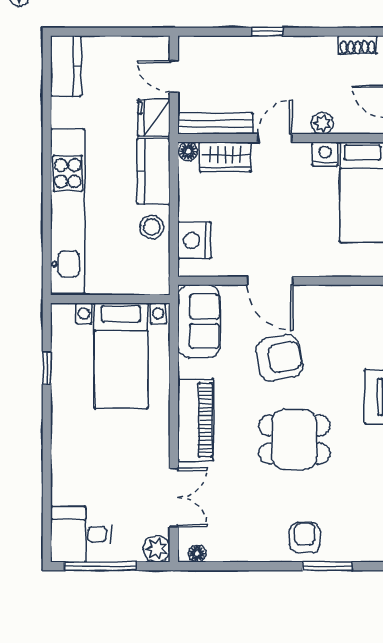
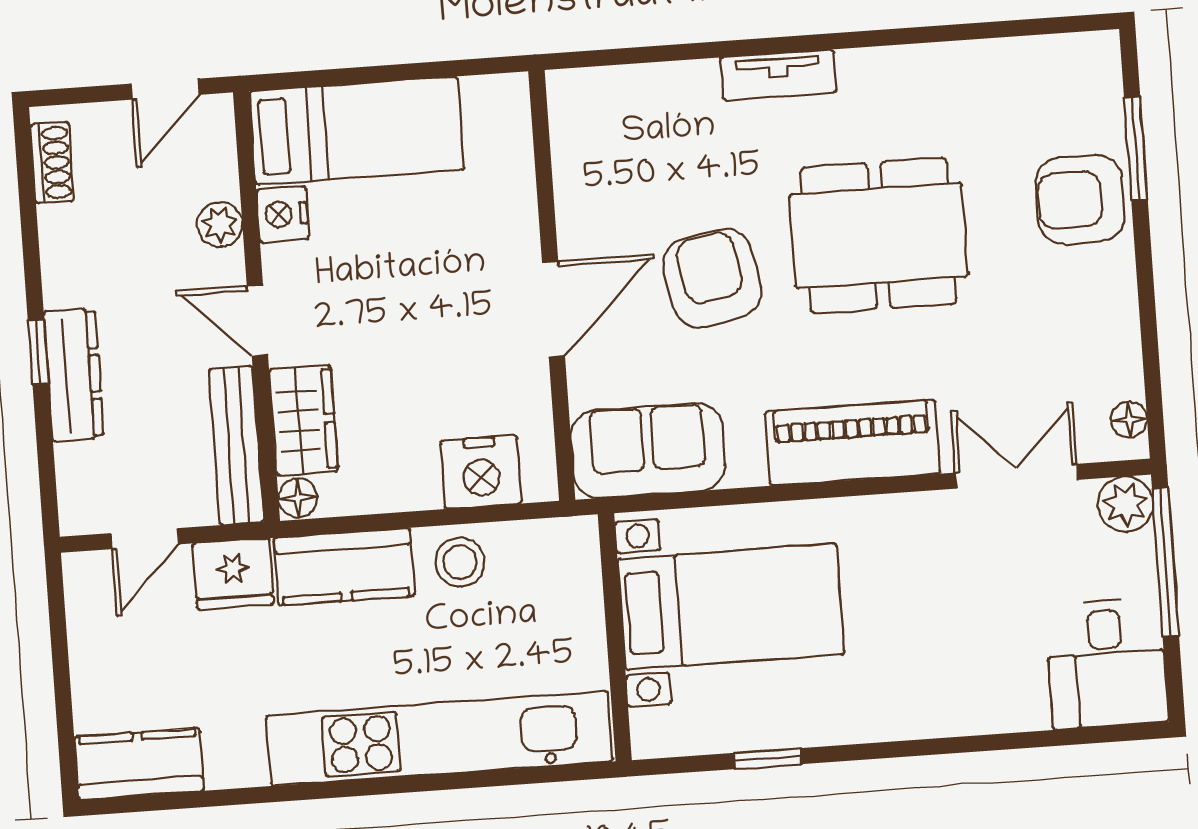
dresser: (255, 48) -> (74, 375), added
dining table: (294, 439) -> (879, 235), width x1.38
armchair: (305, 538) -> (1080, 199), width x1.38, depth x1.38
window: (100, 566) -> (1165, 562), moved

